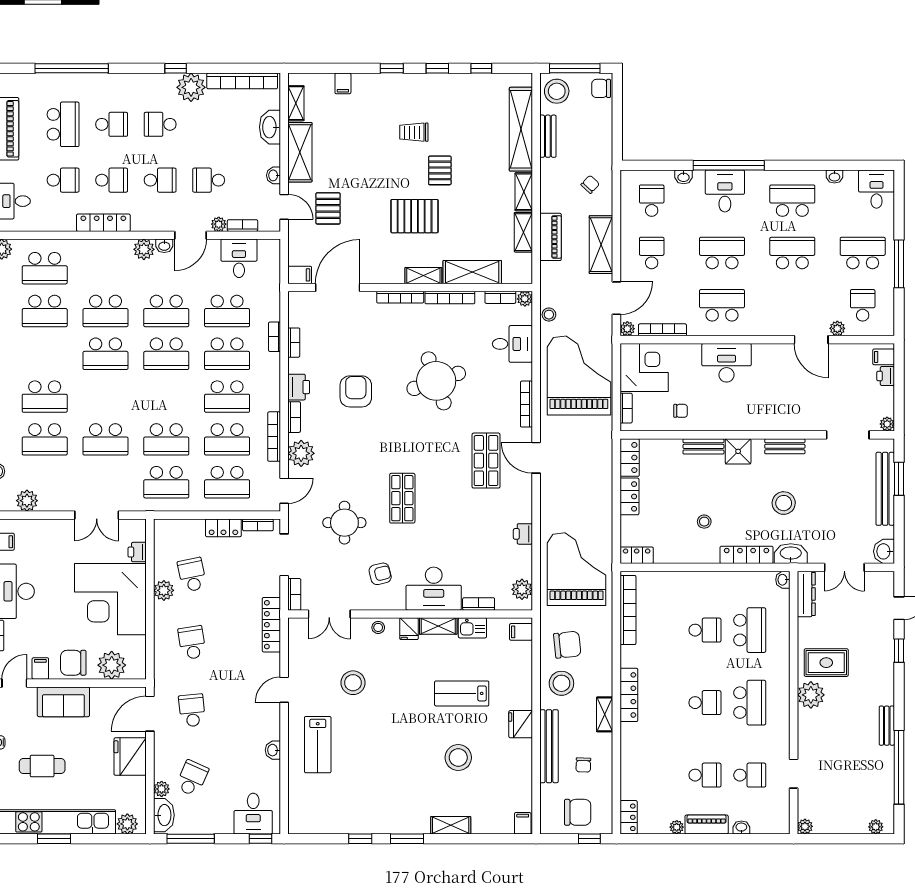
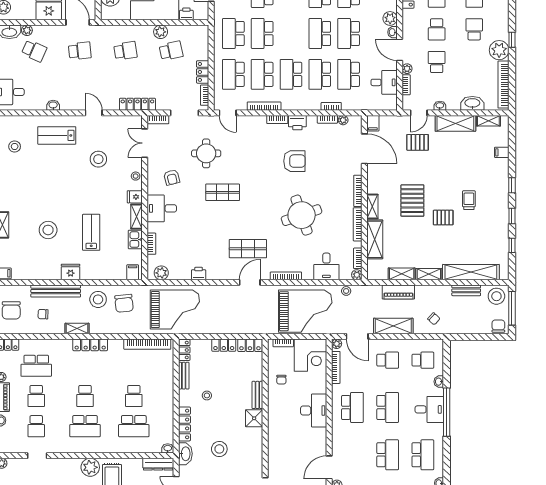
bench: (785, 446) -> (184, 376), moved
plant: (301, 453) -> (343, 120), moved, width x0.53, depth x0.53
desk: (434, 589) -> (162, 208), width x0.73
school desk: (660, 775) -> (36, 366), added
stool: (334, 807) -> (15, 146), added

